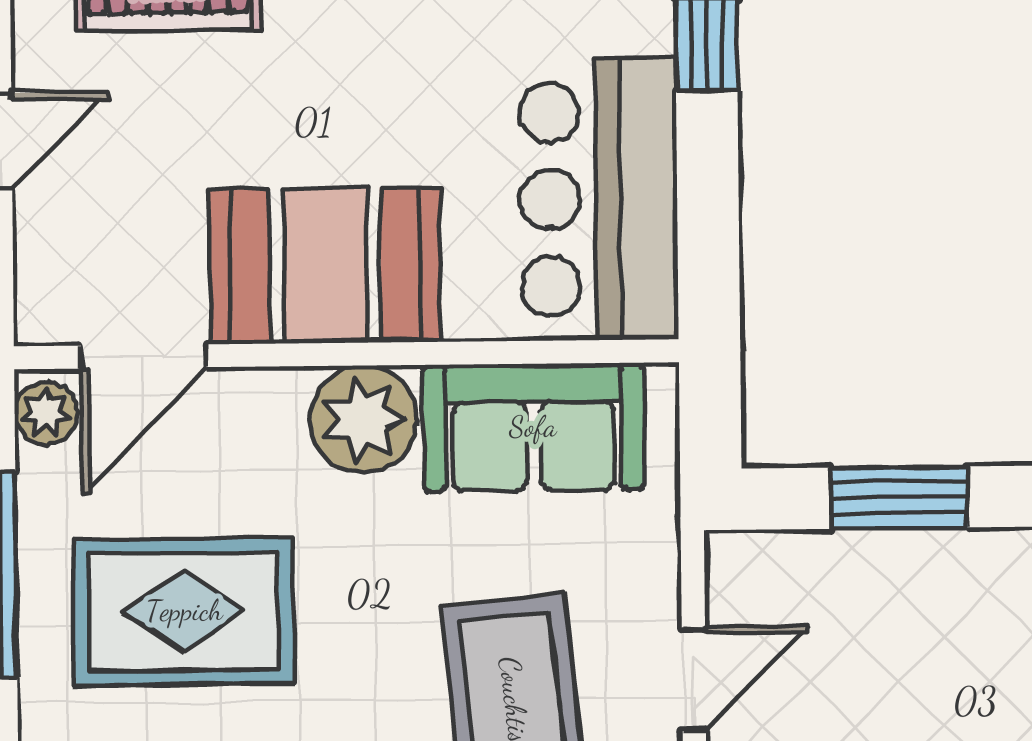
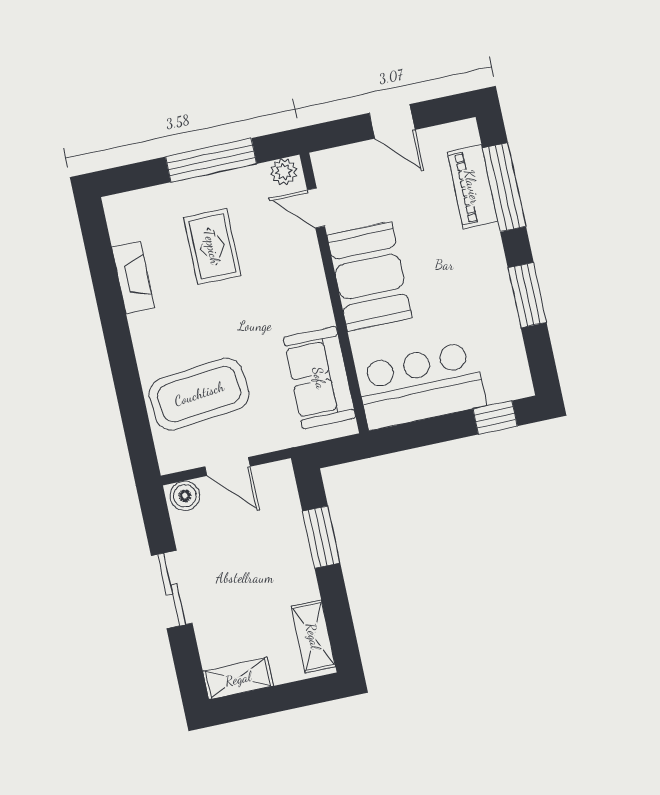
door: (144, 356) -> (316, 208), width x0.73
plant: (363, 419) -> (308, 306), removed
rug: (184, 611) -> (212, 247), width x0.73, depth x0.70

